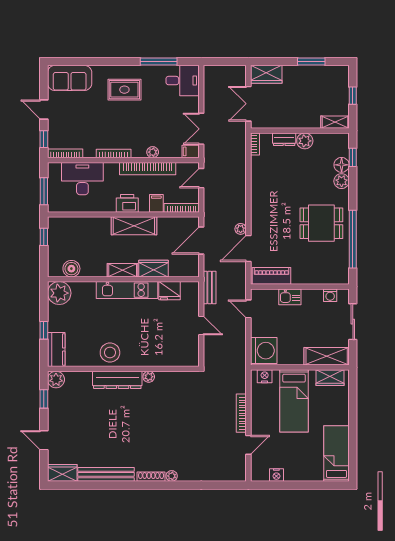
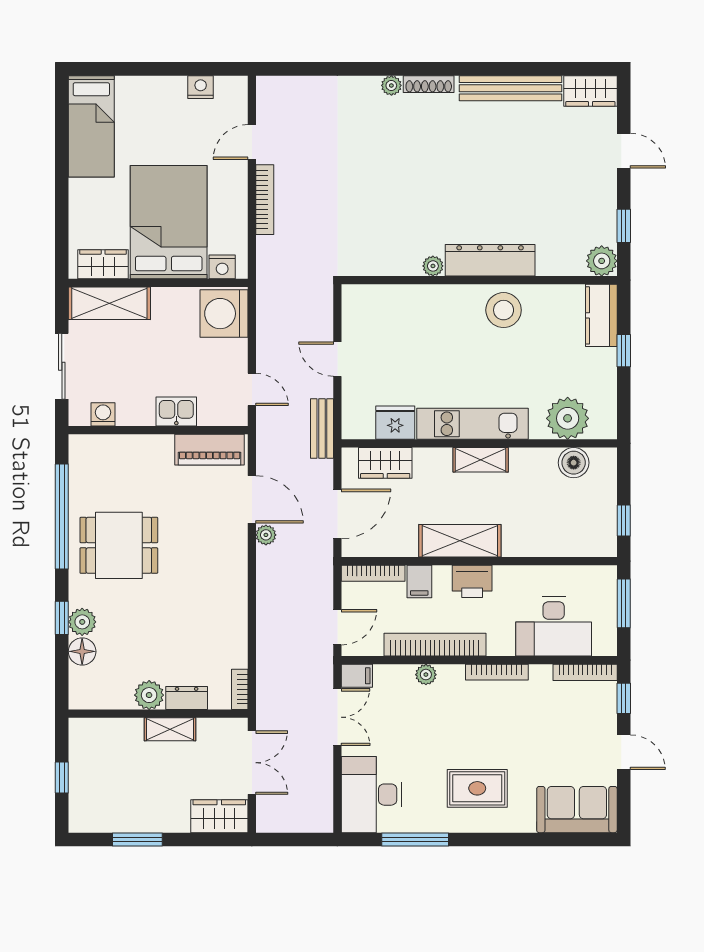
desk: (183, 81) -> (371, 795), width x1.37
shelving: (335, 122) -> (170, 729), moved
window: (353, 157) -> (62, 618), moved
door: (248, 248) -> (252, 499), hinge flipped
wardrobe: (154, 269) -> (385, 463), moved
plant: (59, 293) -> (568, 418), moved
bed: (294, 401) -> (169, 222), width x1.50

